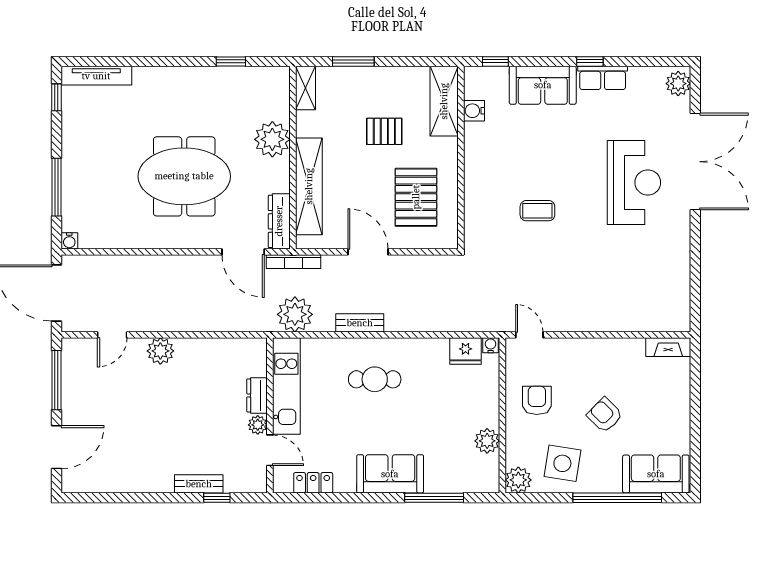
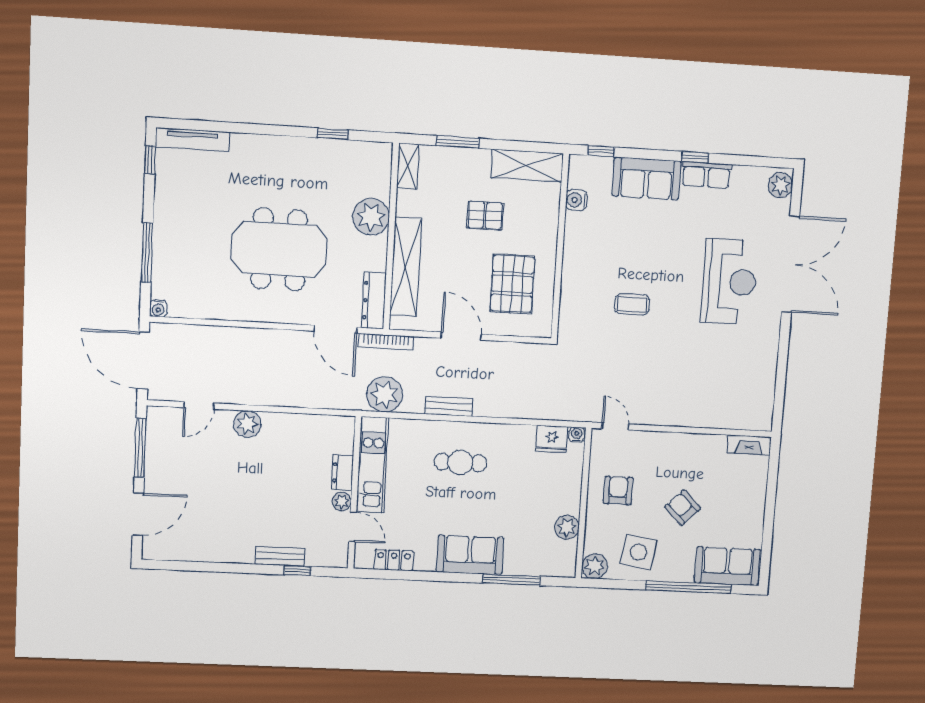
shelving: (444, 101) -> (527, 166), moved, turned 90

